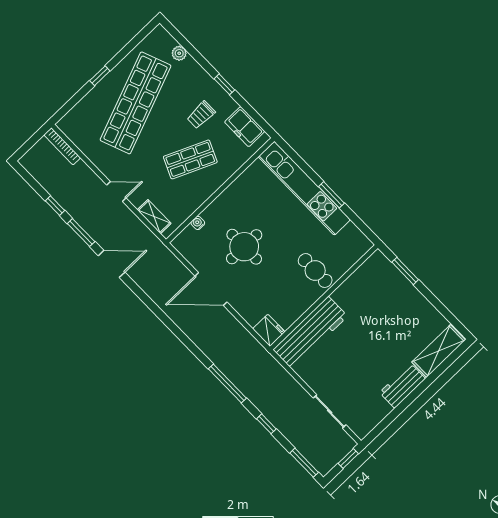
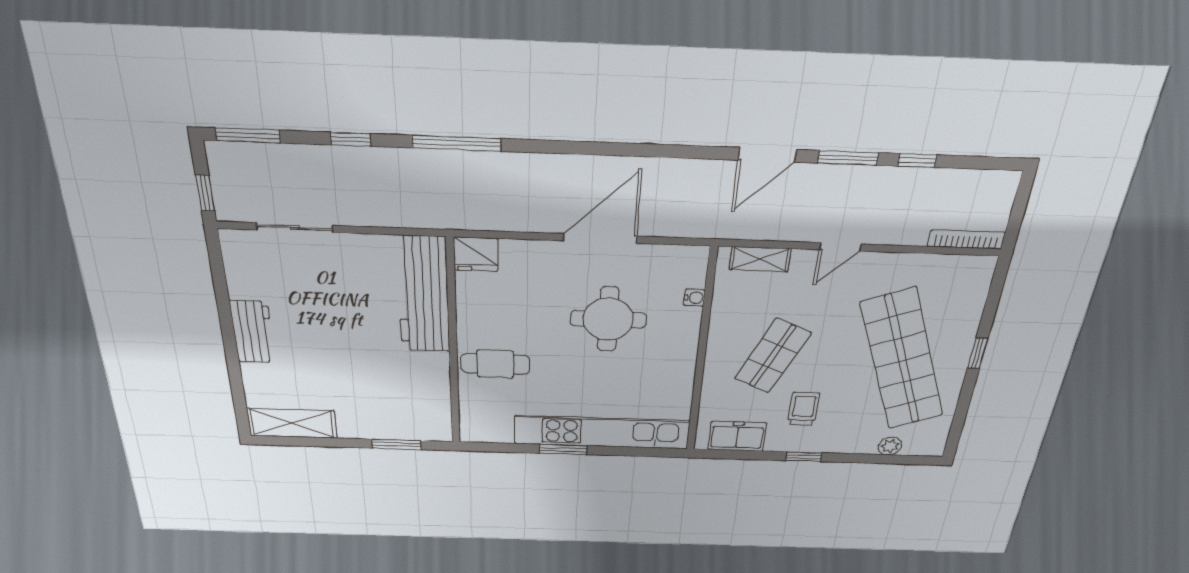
shelving: (439, 351) -> (292, 423), moved, turned 90

